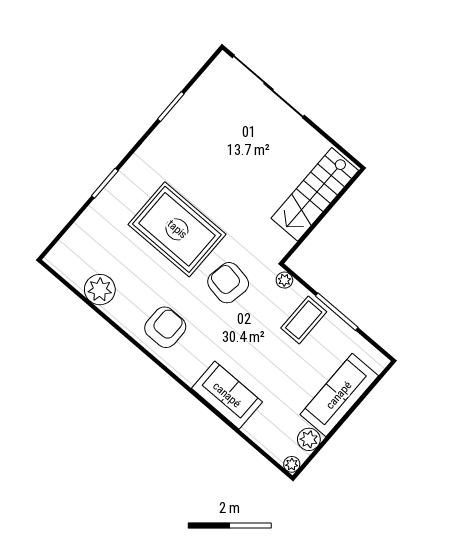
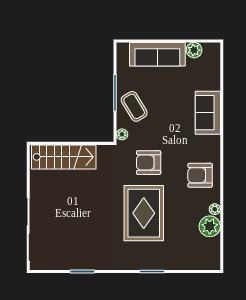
armchair: (228, 283) -> (149, 163), turned 80
coffee table: (304, 320) -> (134, 106), turned 59
plant: (292, 464) -> (215, 209), moved

